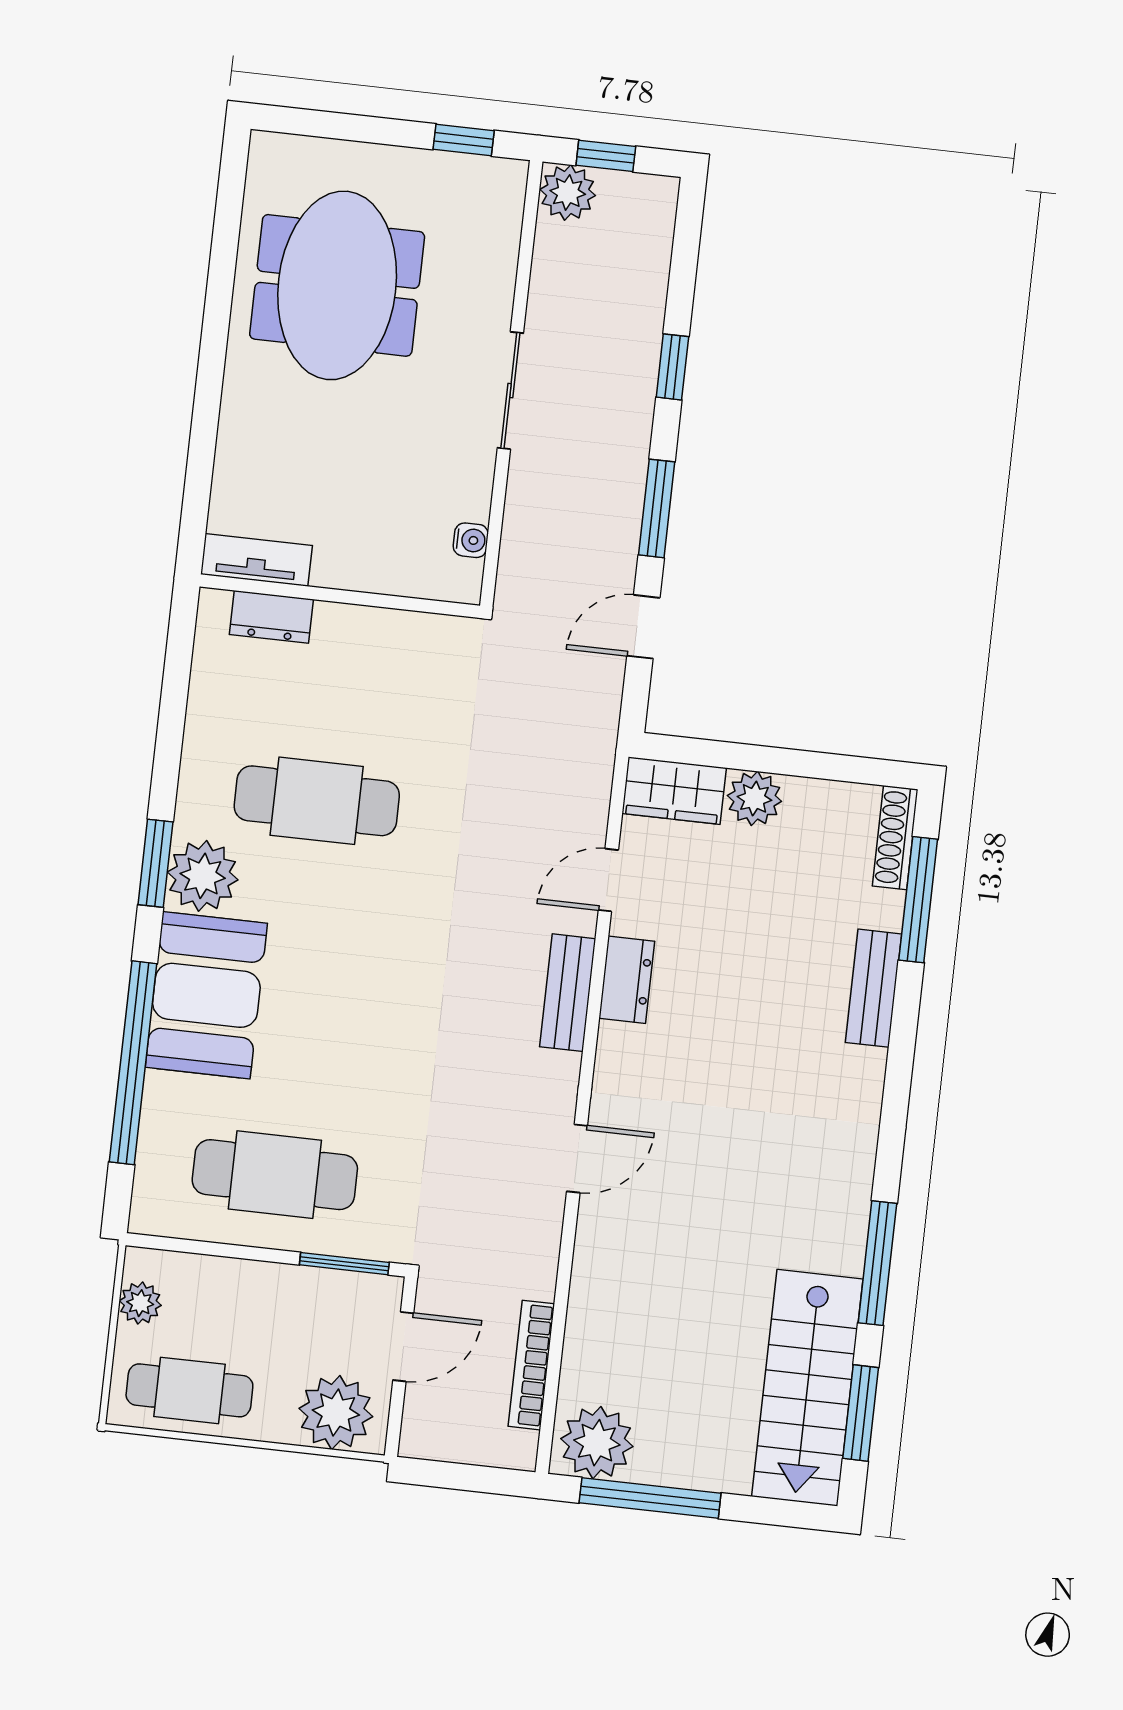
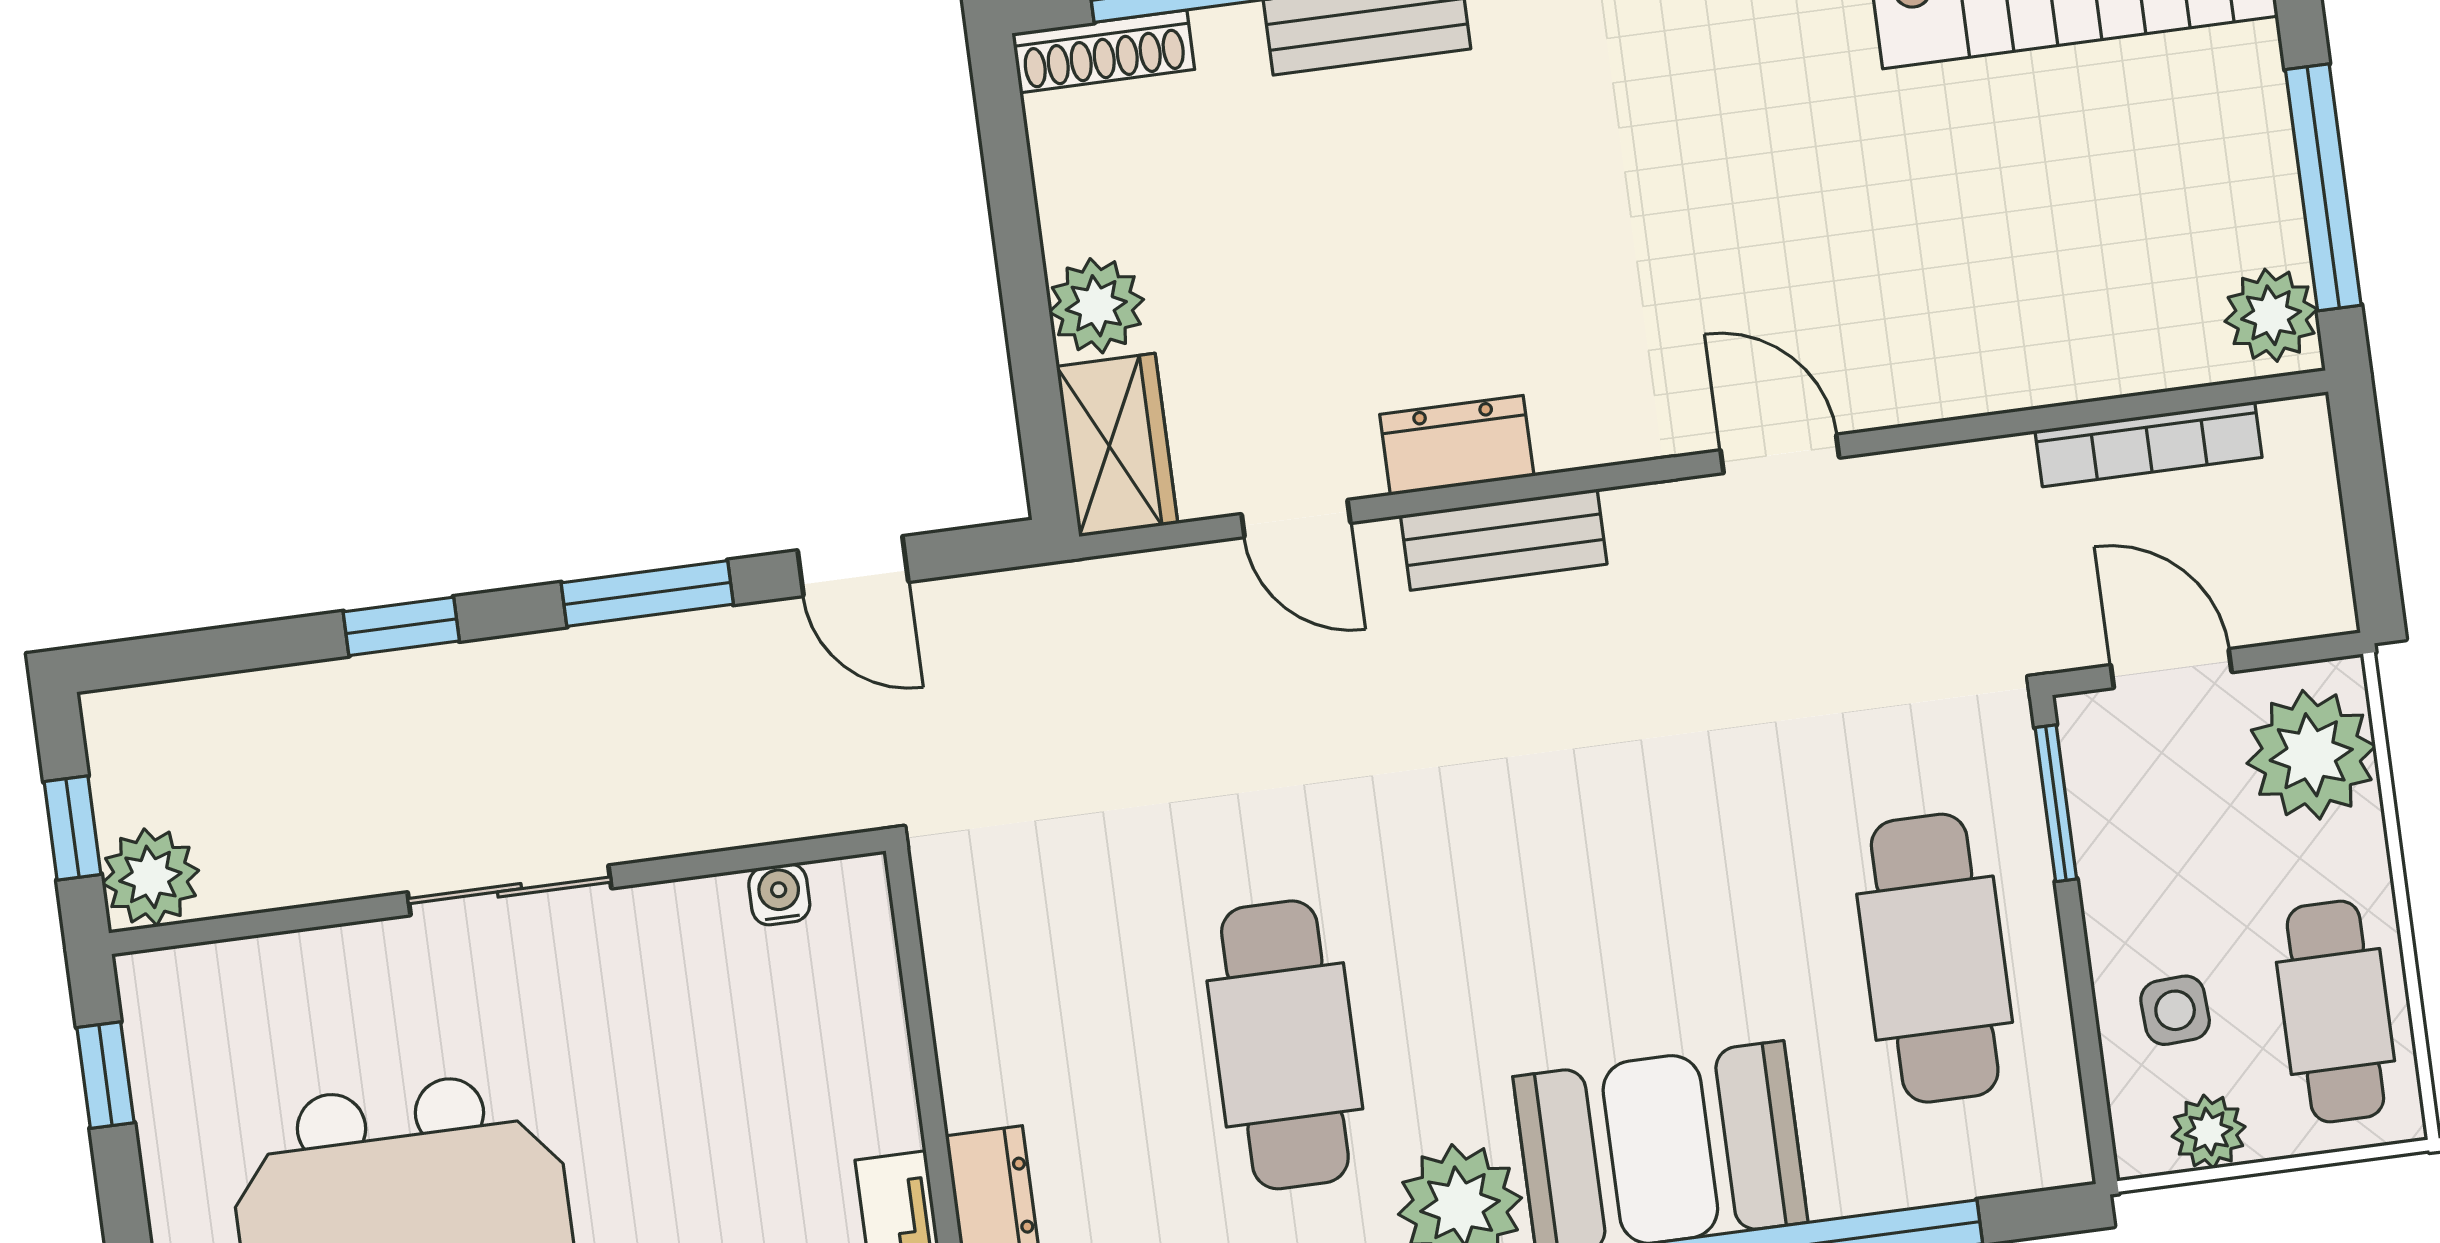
side table: (212, 1301) -> (2175, 1010), added
plant: (597, 1443) -> (2271, 315), width x0.73, depth x0.73

